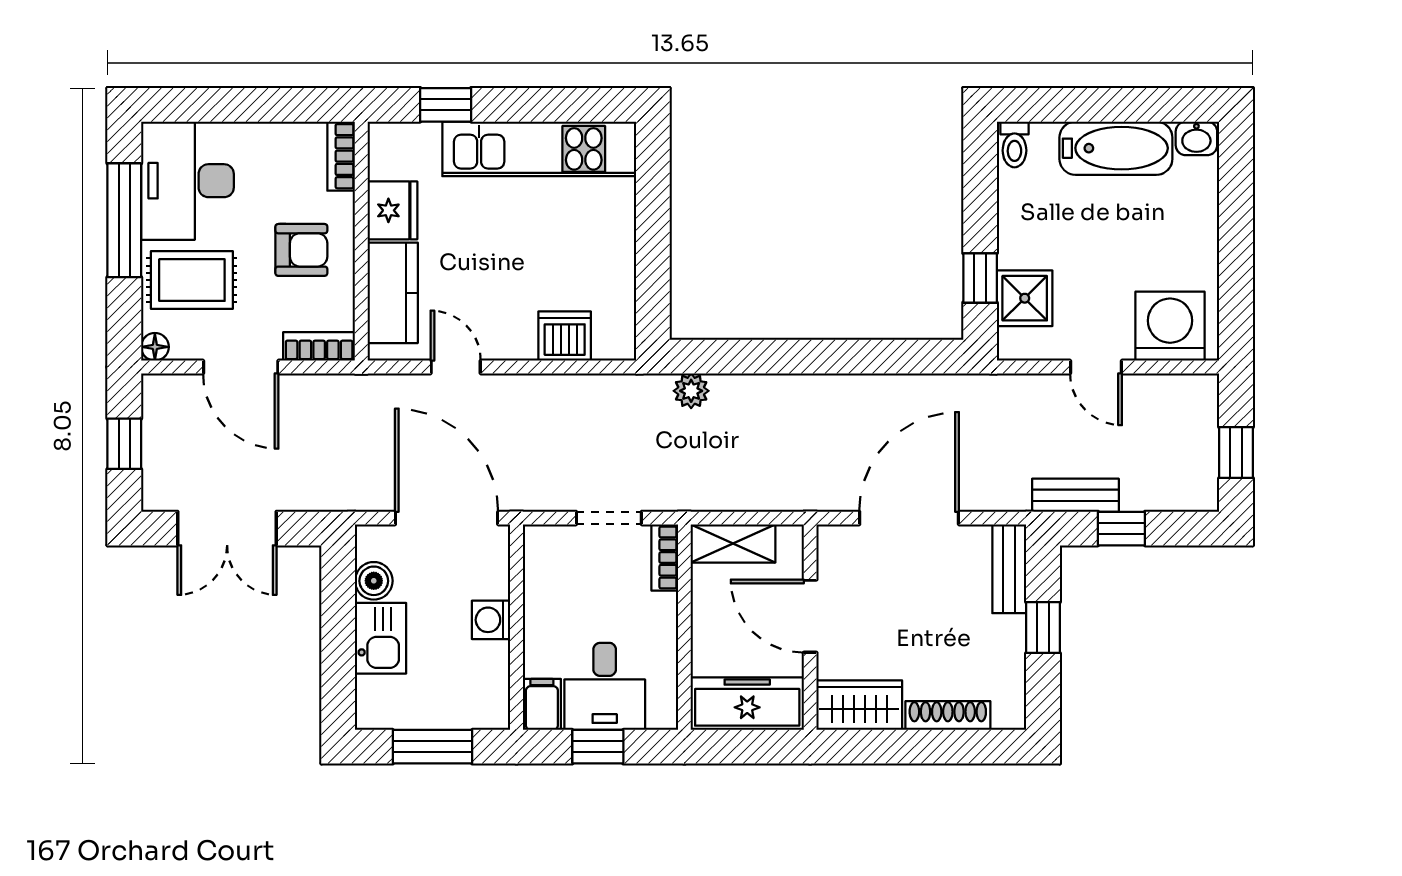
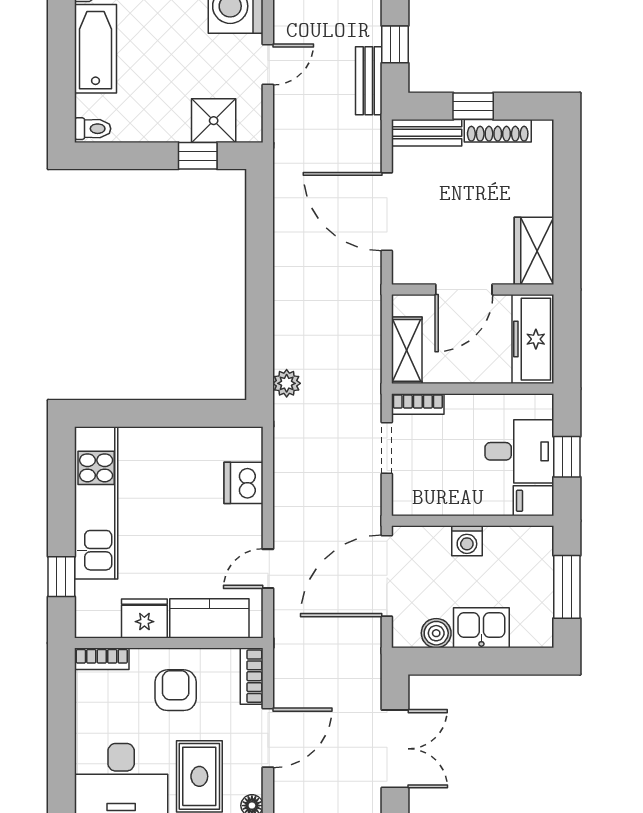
shoe rack: (948, 715) -> (498, 131), moved, turned -90

